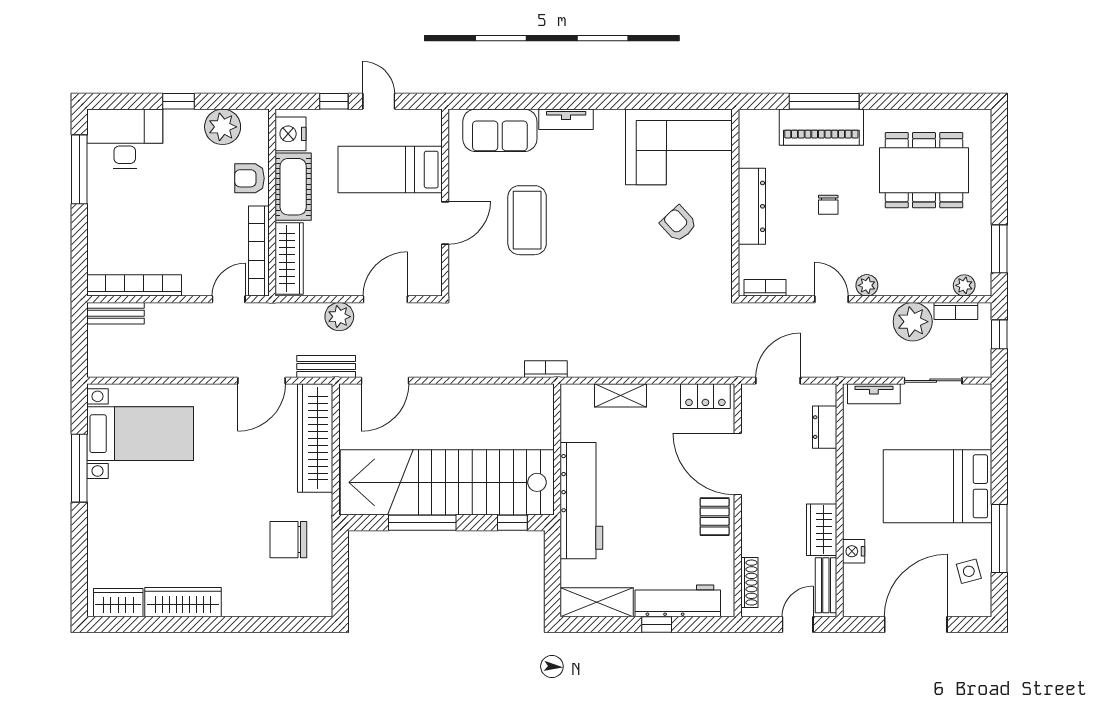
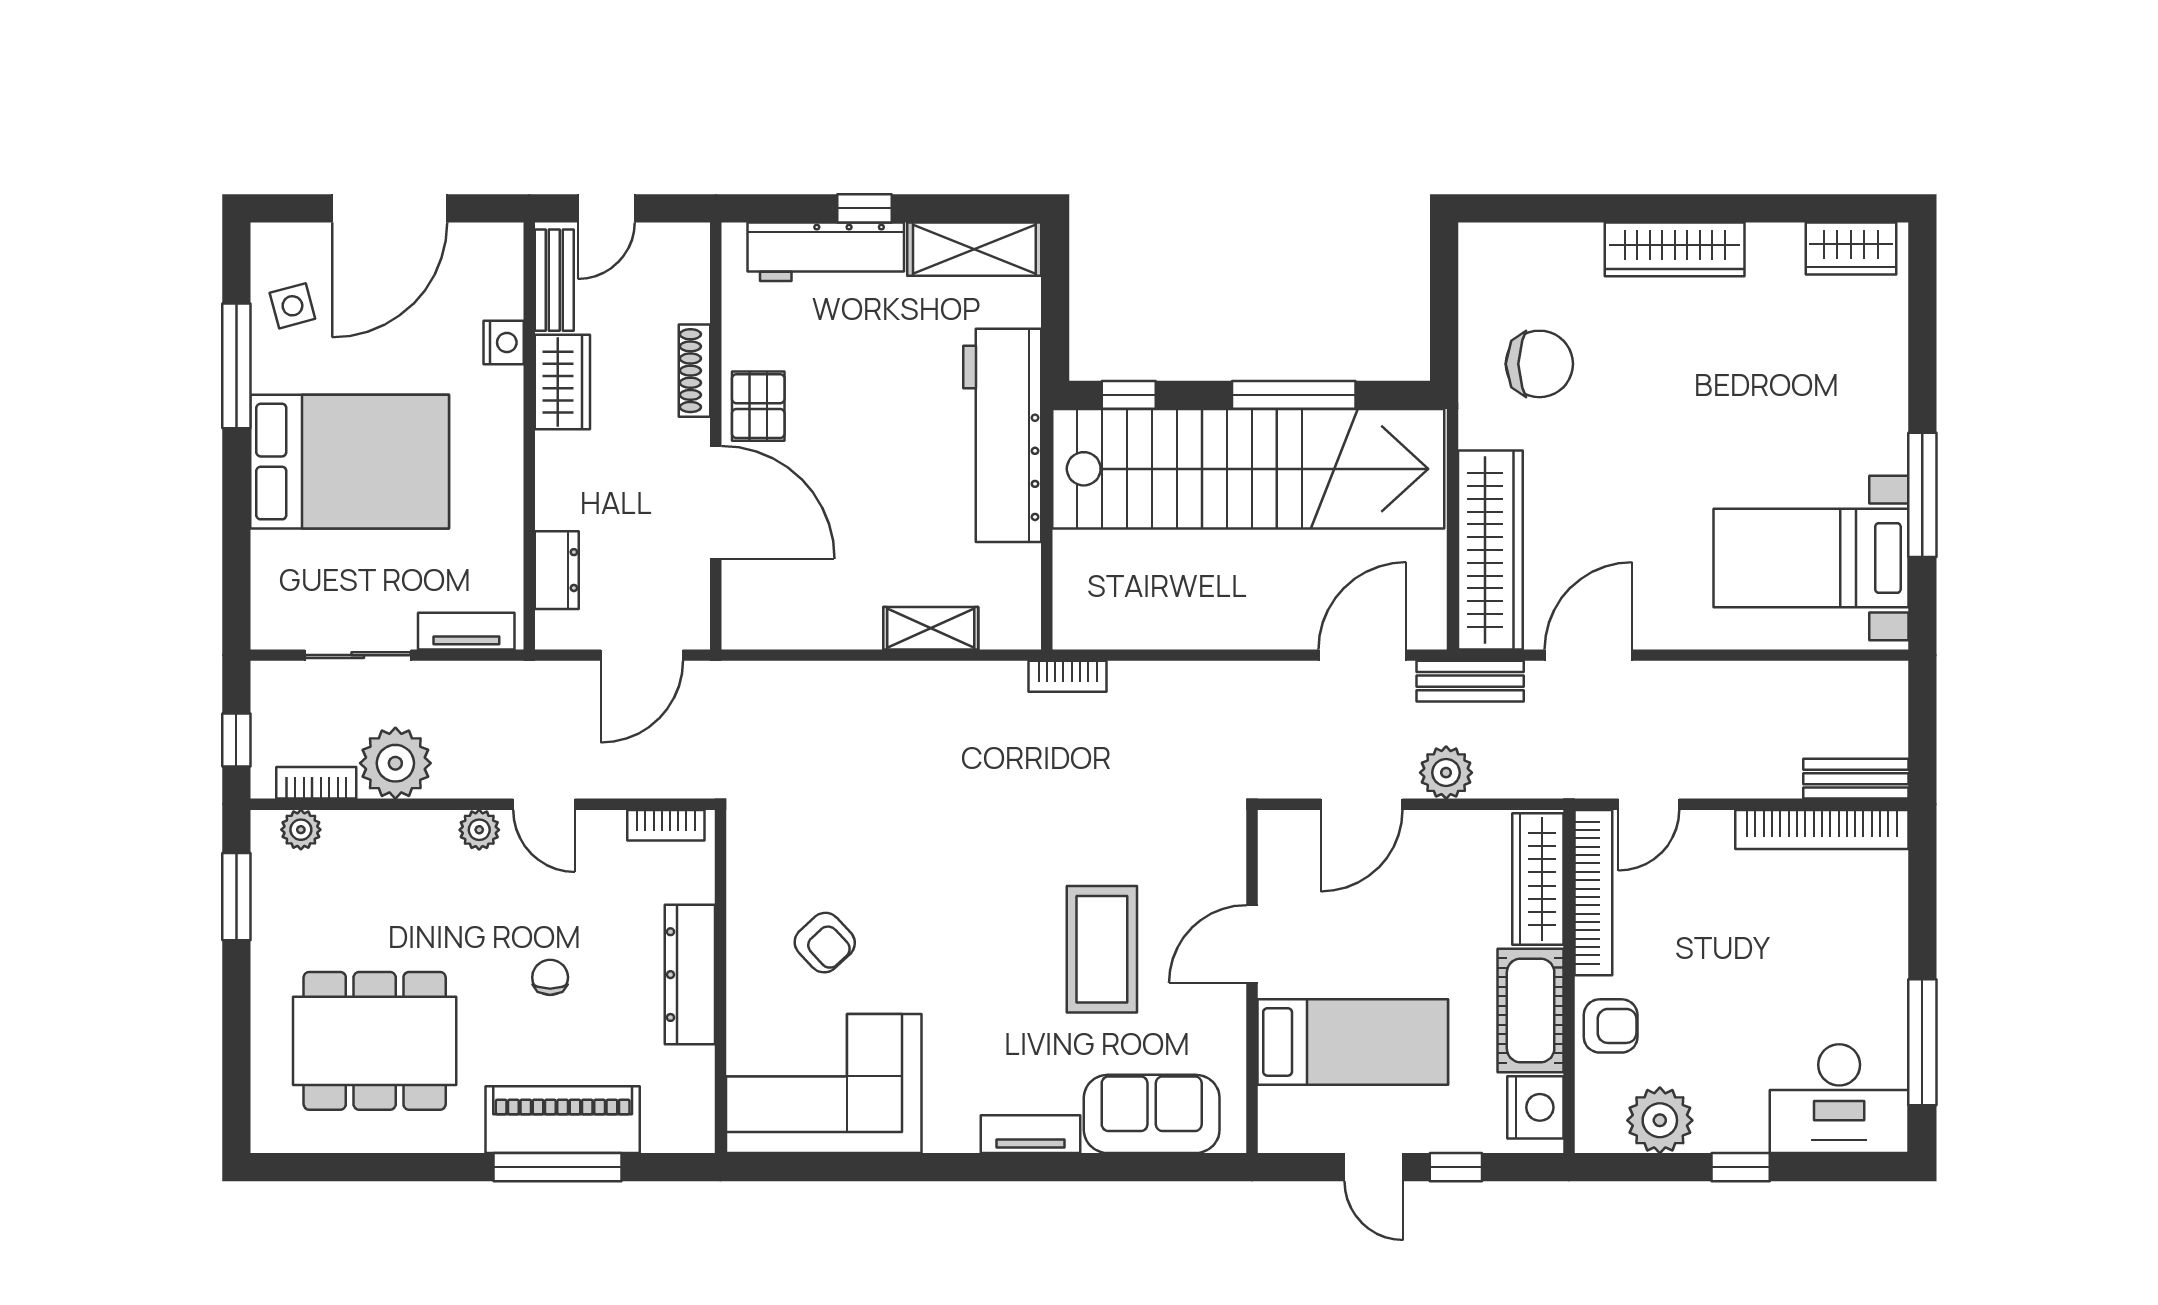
locker: (705, 396) -> (775, 627), removed
shoe rack: (749, 583) -> (695, 371), moved
wardrobe: (183, 602) -> (1675, 249), moved

